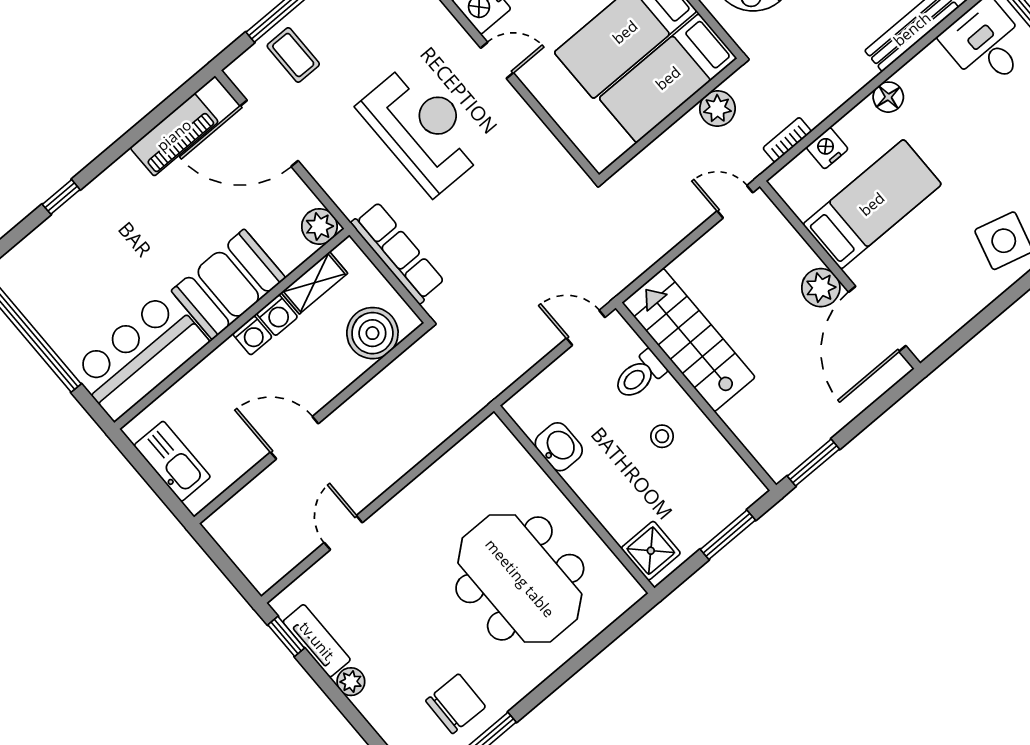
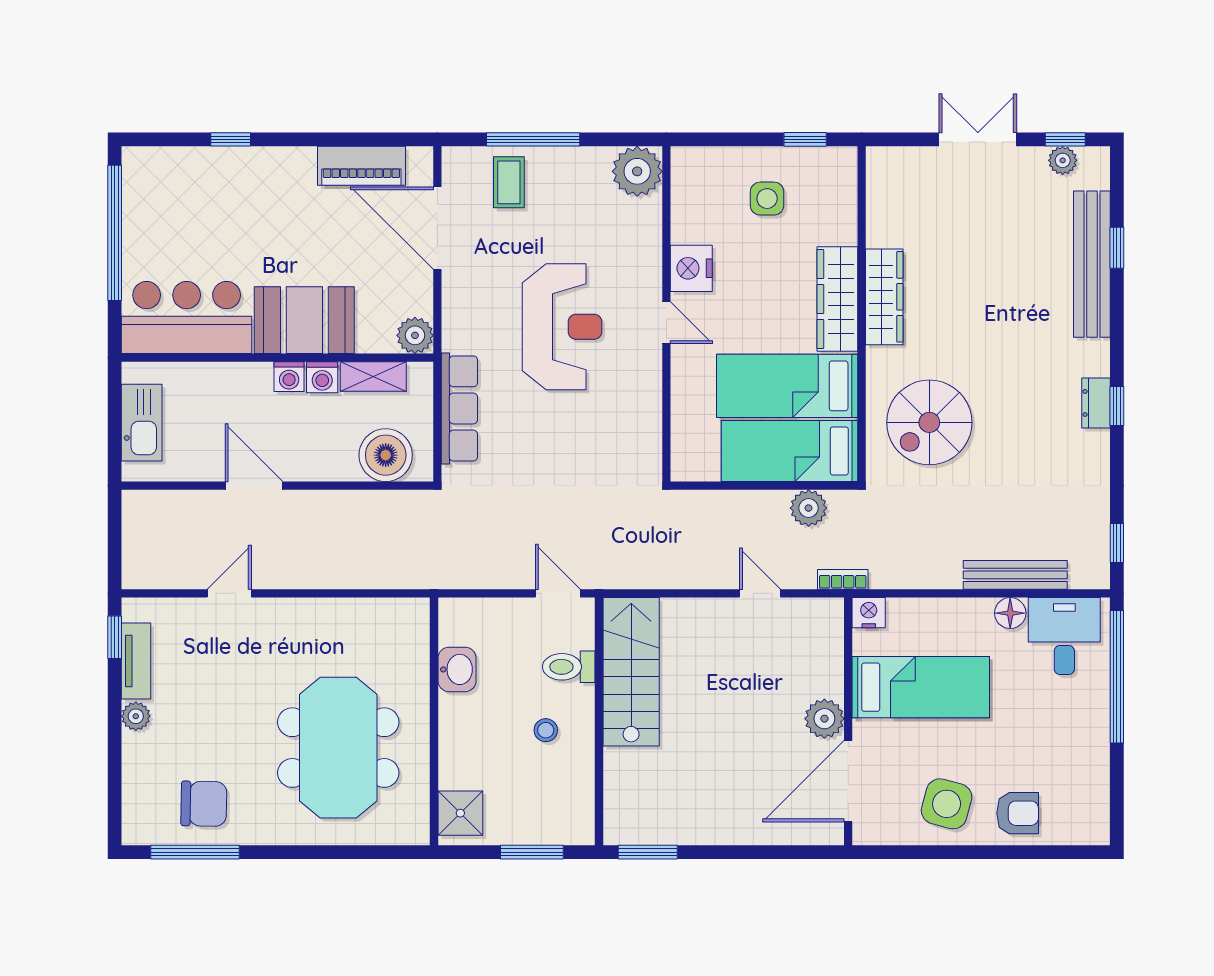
floor lamp: (888, 97) -> (1010, 613), moved
bed: (872, 204) -> (921, 687), moved
wall: (840, 275) -> (848, 721), moved
plant: (821, 288) -> (824, 719), moved
door: (877, 319) -> (848, 781), moved

